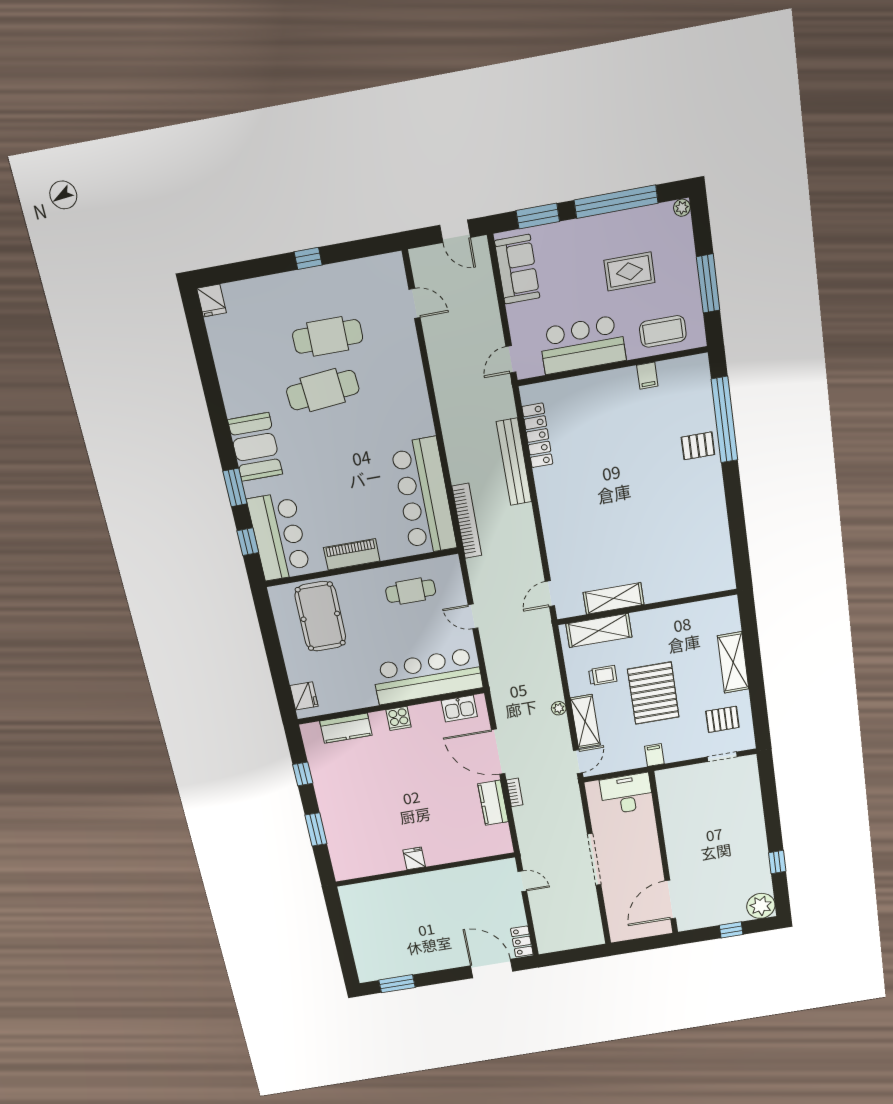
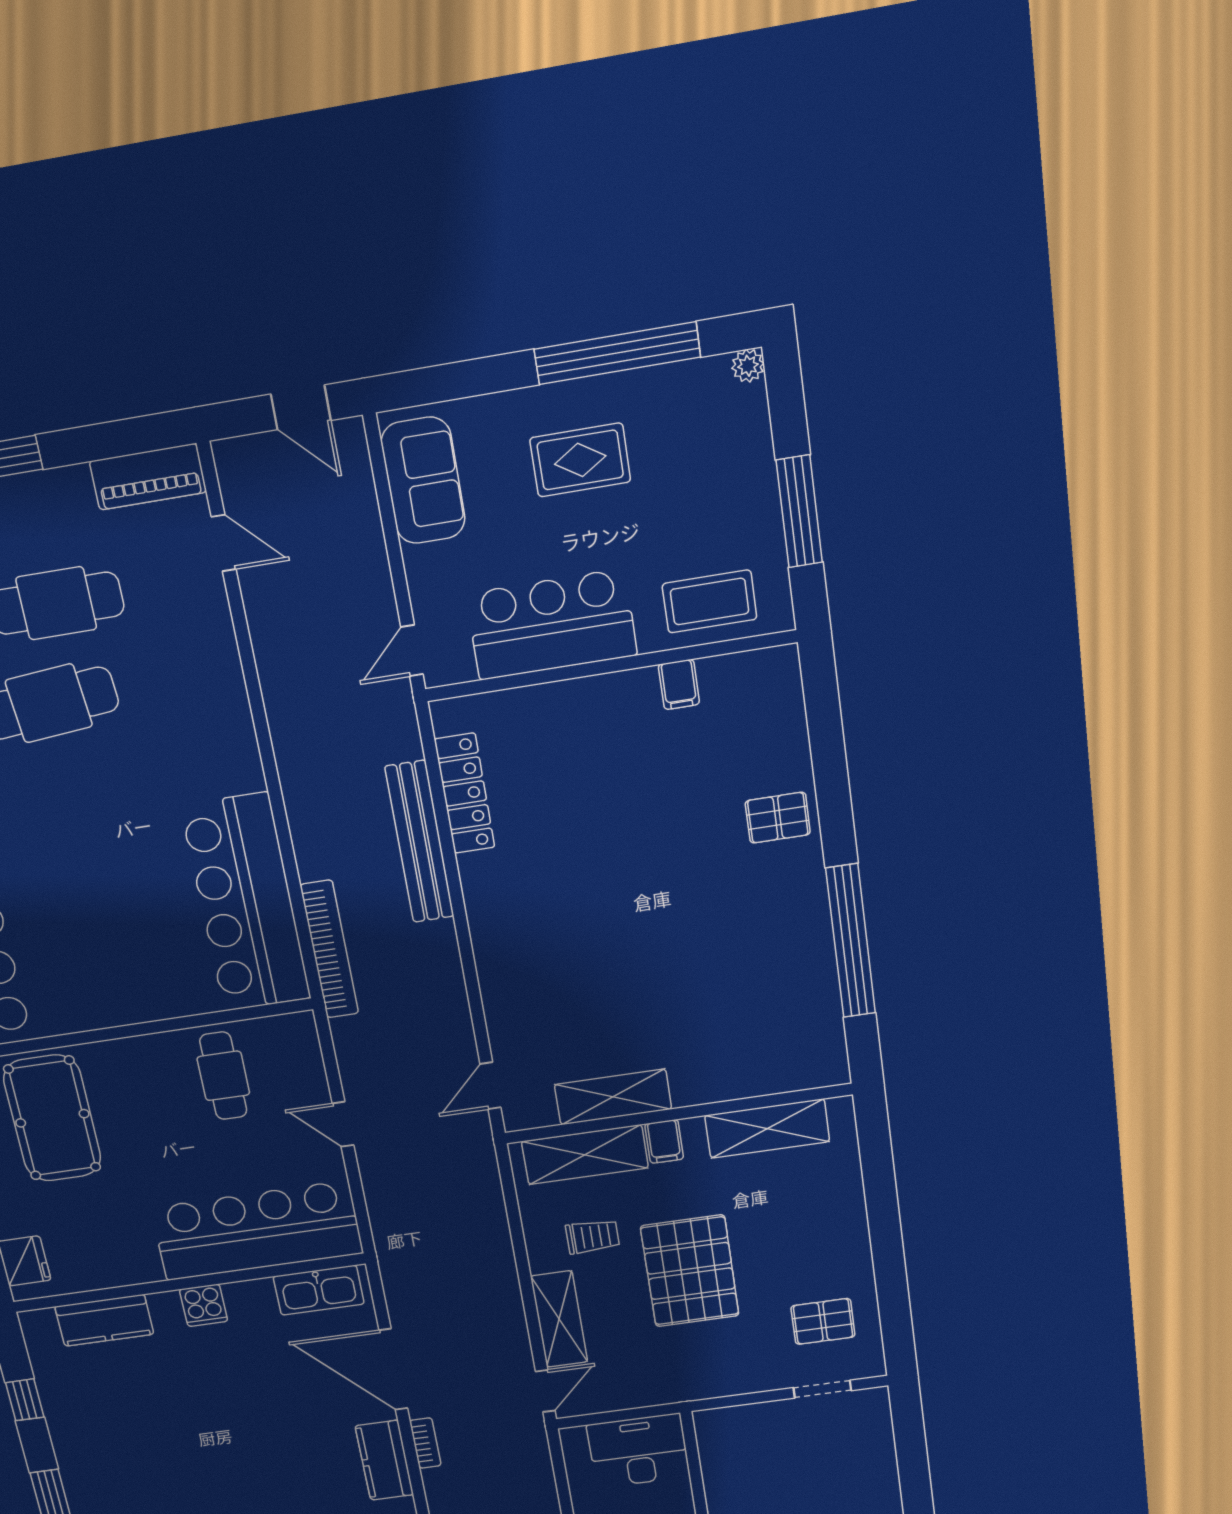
window: (538, 216) -> (463, 380), removed
rug: (629, 271) -> (580, 460), moved
window: (724, 420) -> (851, 941), moved
piano: (352, 554) -> (148, 477), moved, turned 180
cafe table: (411, 591) -> (223, 1076), turned 90
shelving: (733, 662) -> (767, 1128), moved, turned 90
plant: (559, 708) -> (508, 1294), removed
kitchen sink: (459, 709) -> (319, 1290), width x1.38
filing cabinet: (654, 755) -> (664, 1142), moved, turned 180

